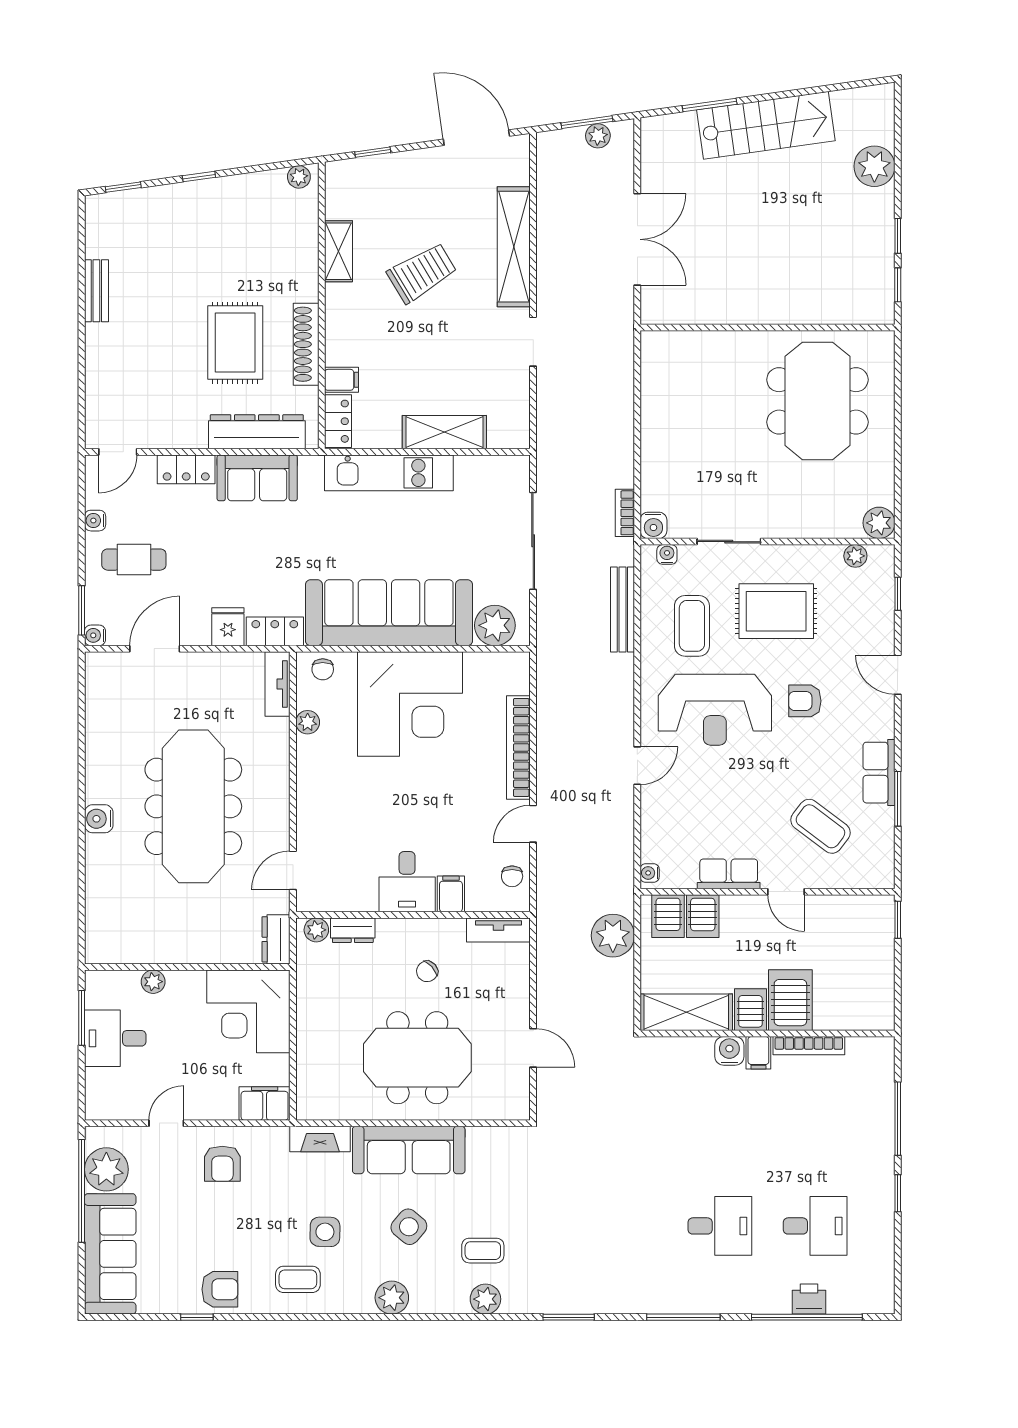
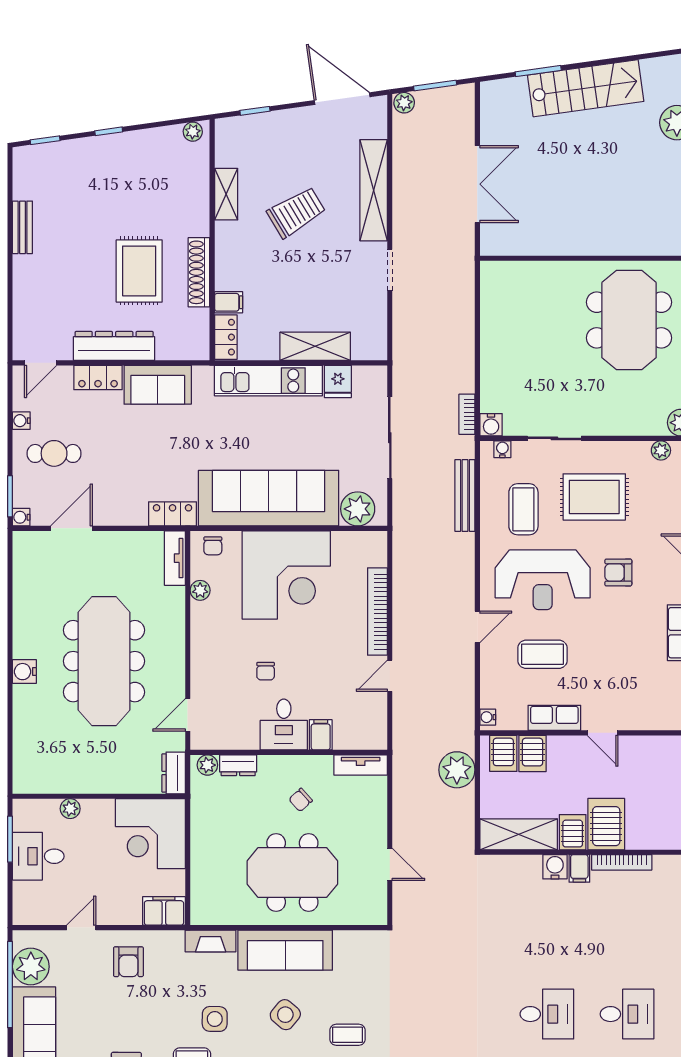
plant: (598, 136) -> (404, 103), moved
dresser: (257, 432) -> (114, 346), moved
fridge: (228, 627) -> (338, 381), moved, turned 180
coffee table: (820, 826) -> (542, 654), moved, turned -37
chair: (512, 876) -> (266, 671), moved

